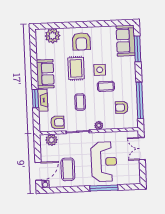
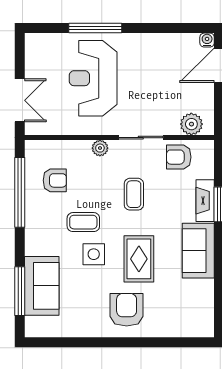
plant: (53, 36) -> (181, 323), removed
sofa: (126, 41) -> (42, 286), moved
coffee table: (68, 169) -> (163, 67), removed

